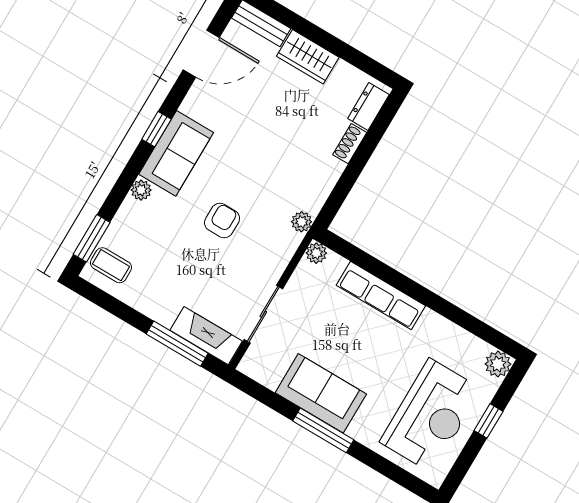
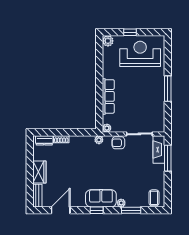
door: (201, 54) -> (61, 210), hinge flipped
armchair: (222, 221) -> (118, 143), moved
window: (92, 238) -> (131, 210), moved
sofa: (321, 393) -> (155, 97), removed

